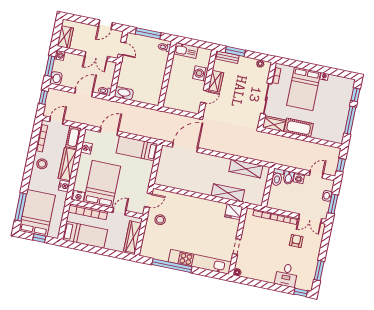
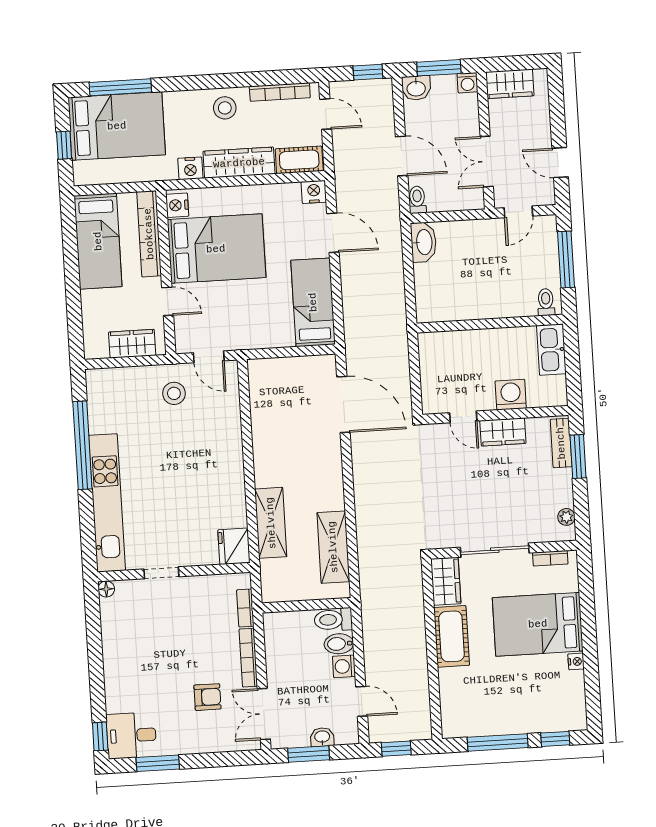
nightstand: (86, 148) -> (314, 192), moved
wardrobe: (133, 237) -> (132, 344), width x0.67
desk: (286, 275) -> (131, 735), moved

